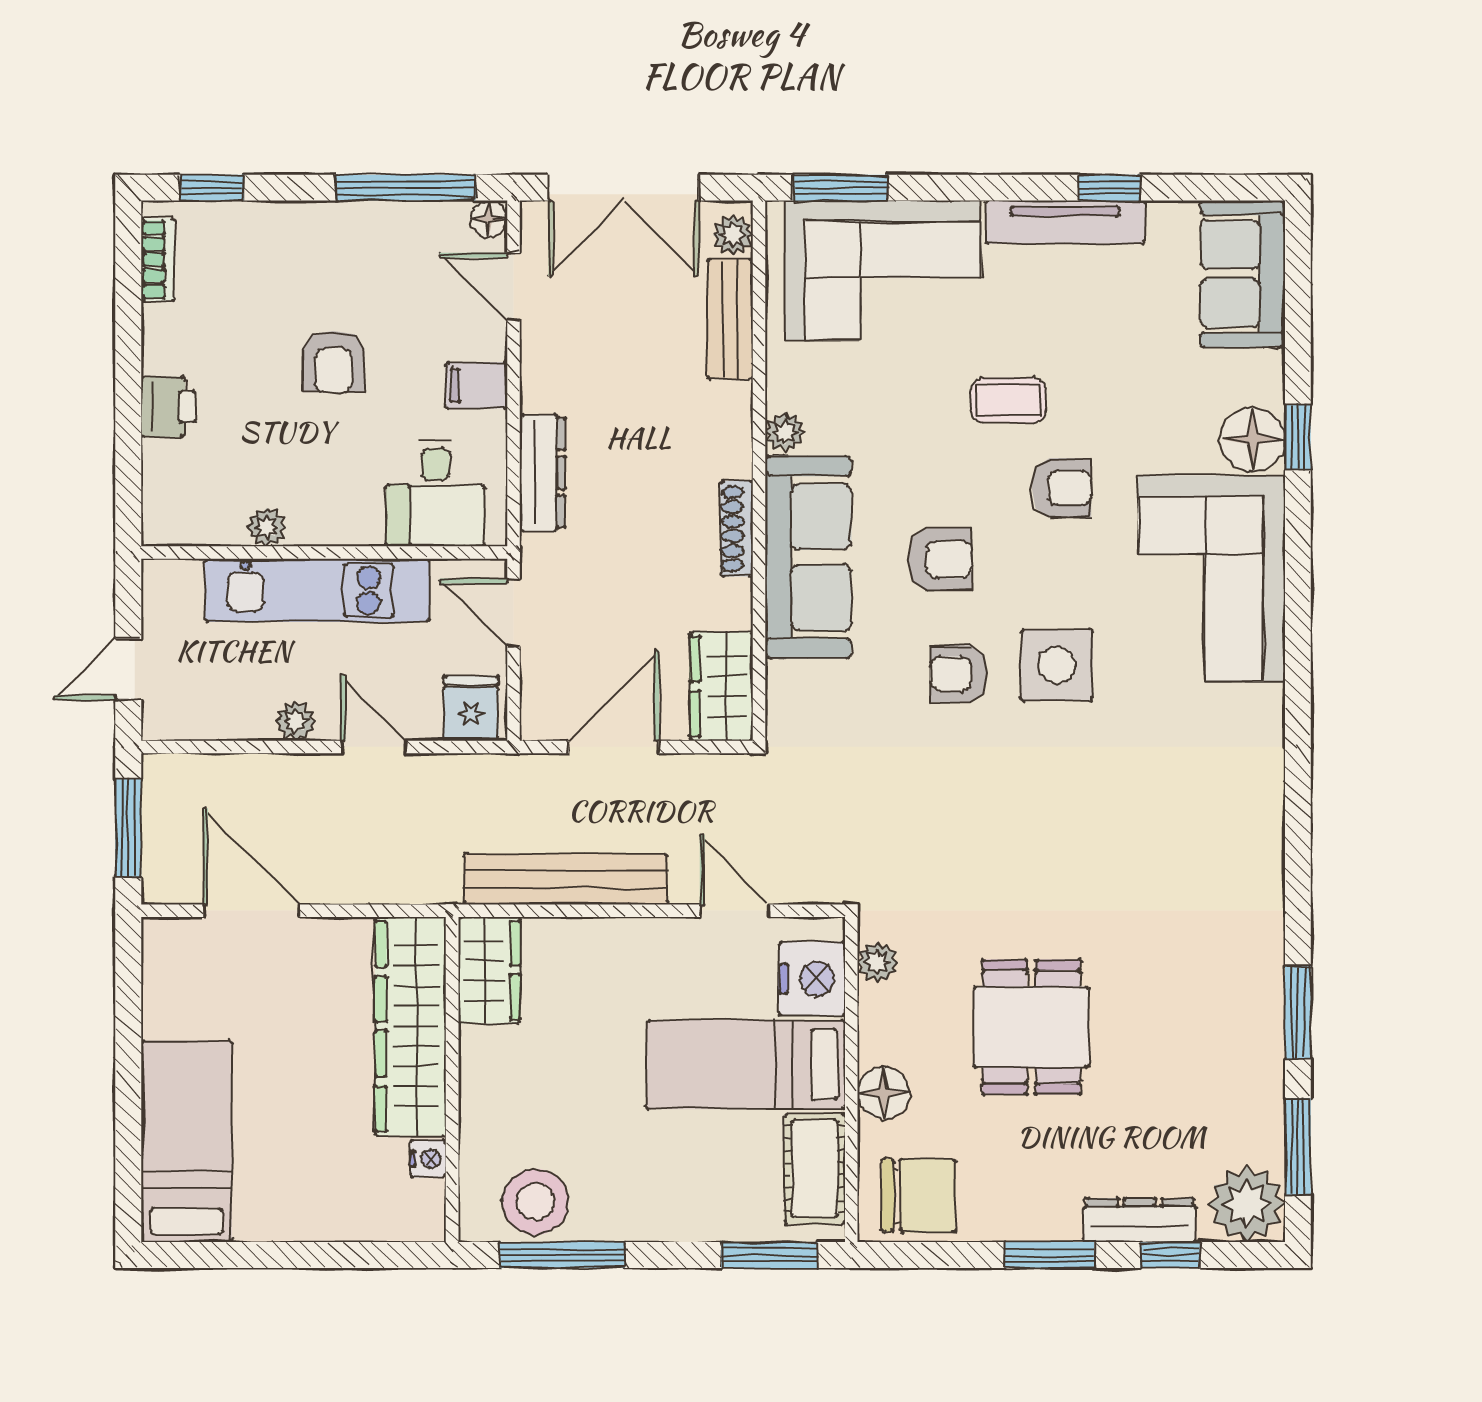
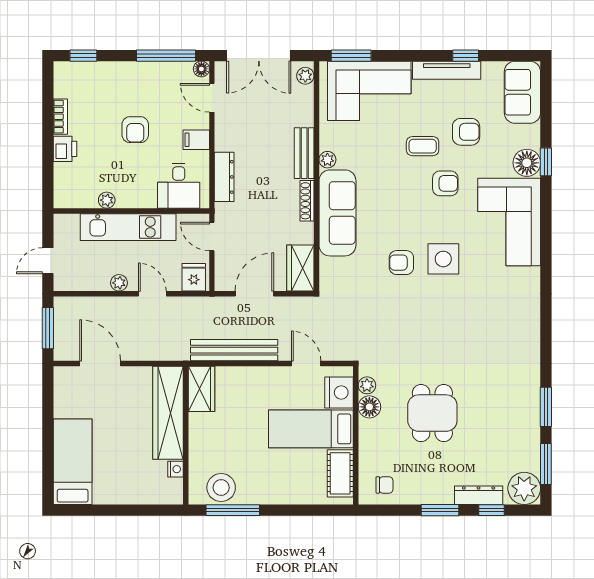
bookcase: (158, 260) -> (60, 117), moved
bench: (730, 319) -> (304, 153), moved
armchair: (940, 559) -> (466, 132), moved
floor lamp: (883, 1093) -> (369, 407), moved
chair: (919, 1196) -> (384, 485), width x0.54, depth x0.54
window: (769, 1255) -> (321, 510), removed

